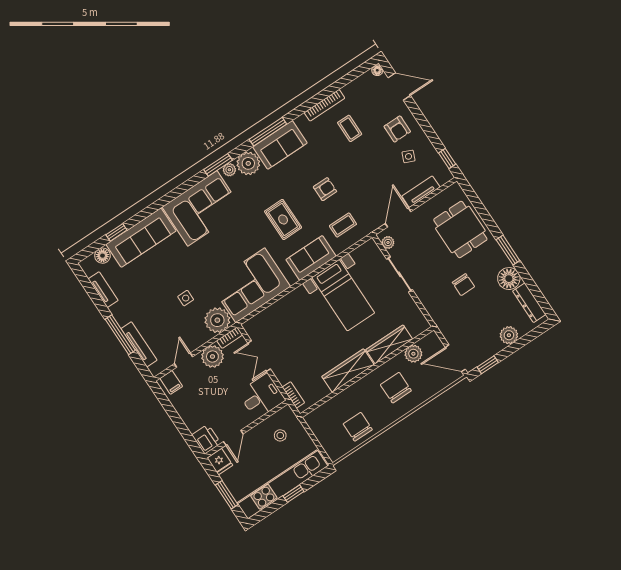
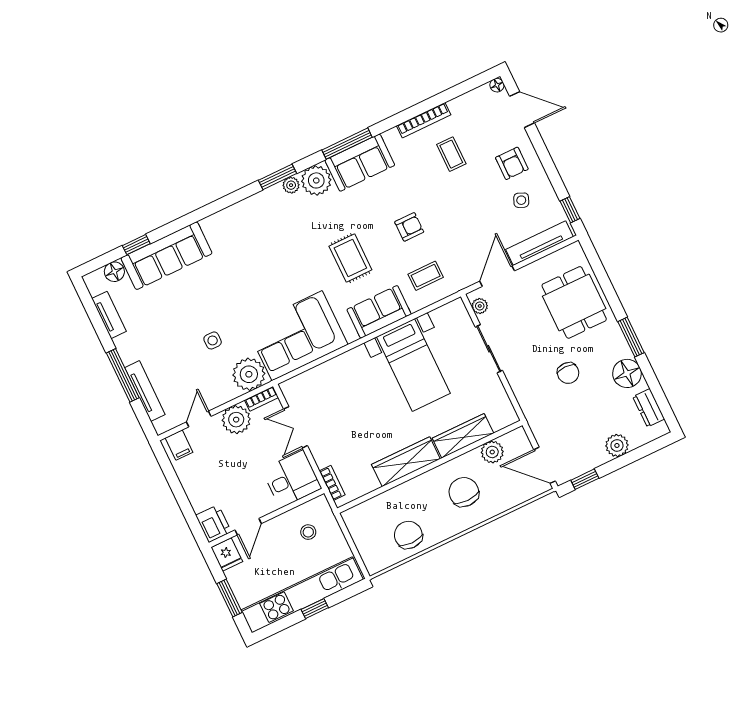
tv unit: (421, 192) -> (539, 243), width x1.41
corner sofa: (202, 208) -> (250, 229), removed
dresser: (529, 303) -> (649, 408), width x0.70

